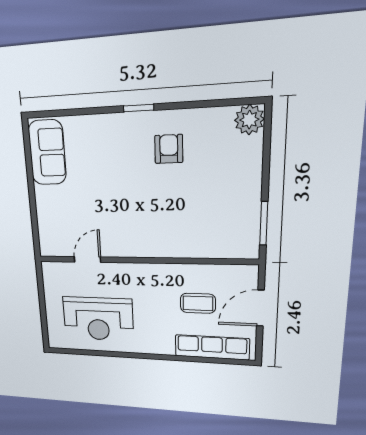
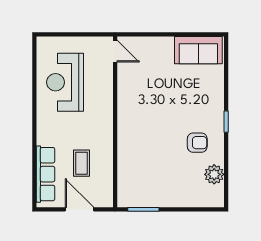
plant: (249, 120) -> (214, 174), moved
door: (87, 260) -> (115, 51), moved

